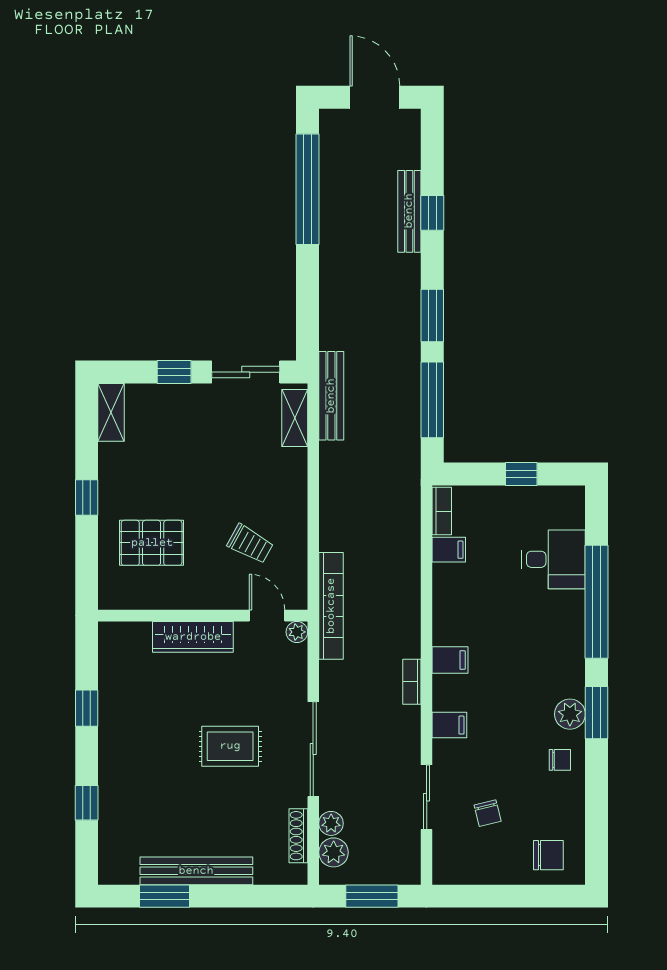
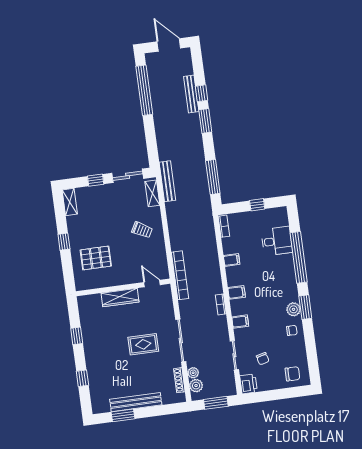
window: (432, 316) -> (205, 121), moved
trolley: (250, 544) -> (142, 230), moved
filing cabinet: (449, 550) -> (232, 260), moved
plant: (297, 632) -> (166, 289), removed
printer: (449, 864) -> (249, 384), added

